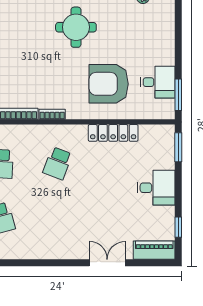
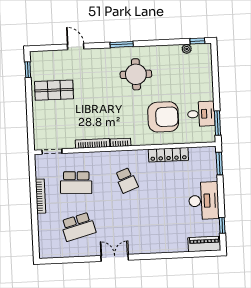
armchair: (109, 84) -> (163, 117), turned 180
school desk: (58, 163) -> (126, 180), turned -42
desk: (156, 188) -> (204, 201), width x1.37
double door: (107, 263) -> (115, 258), moved

